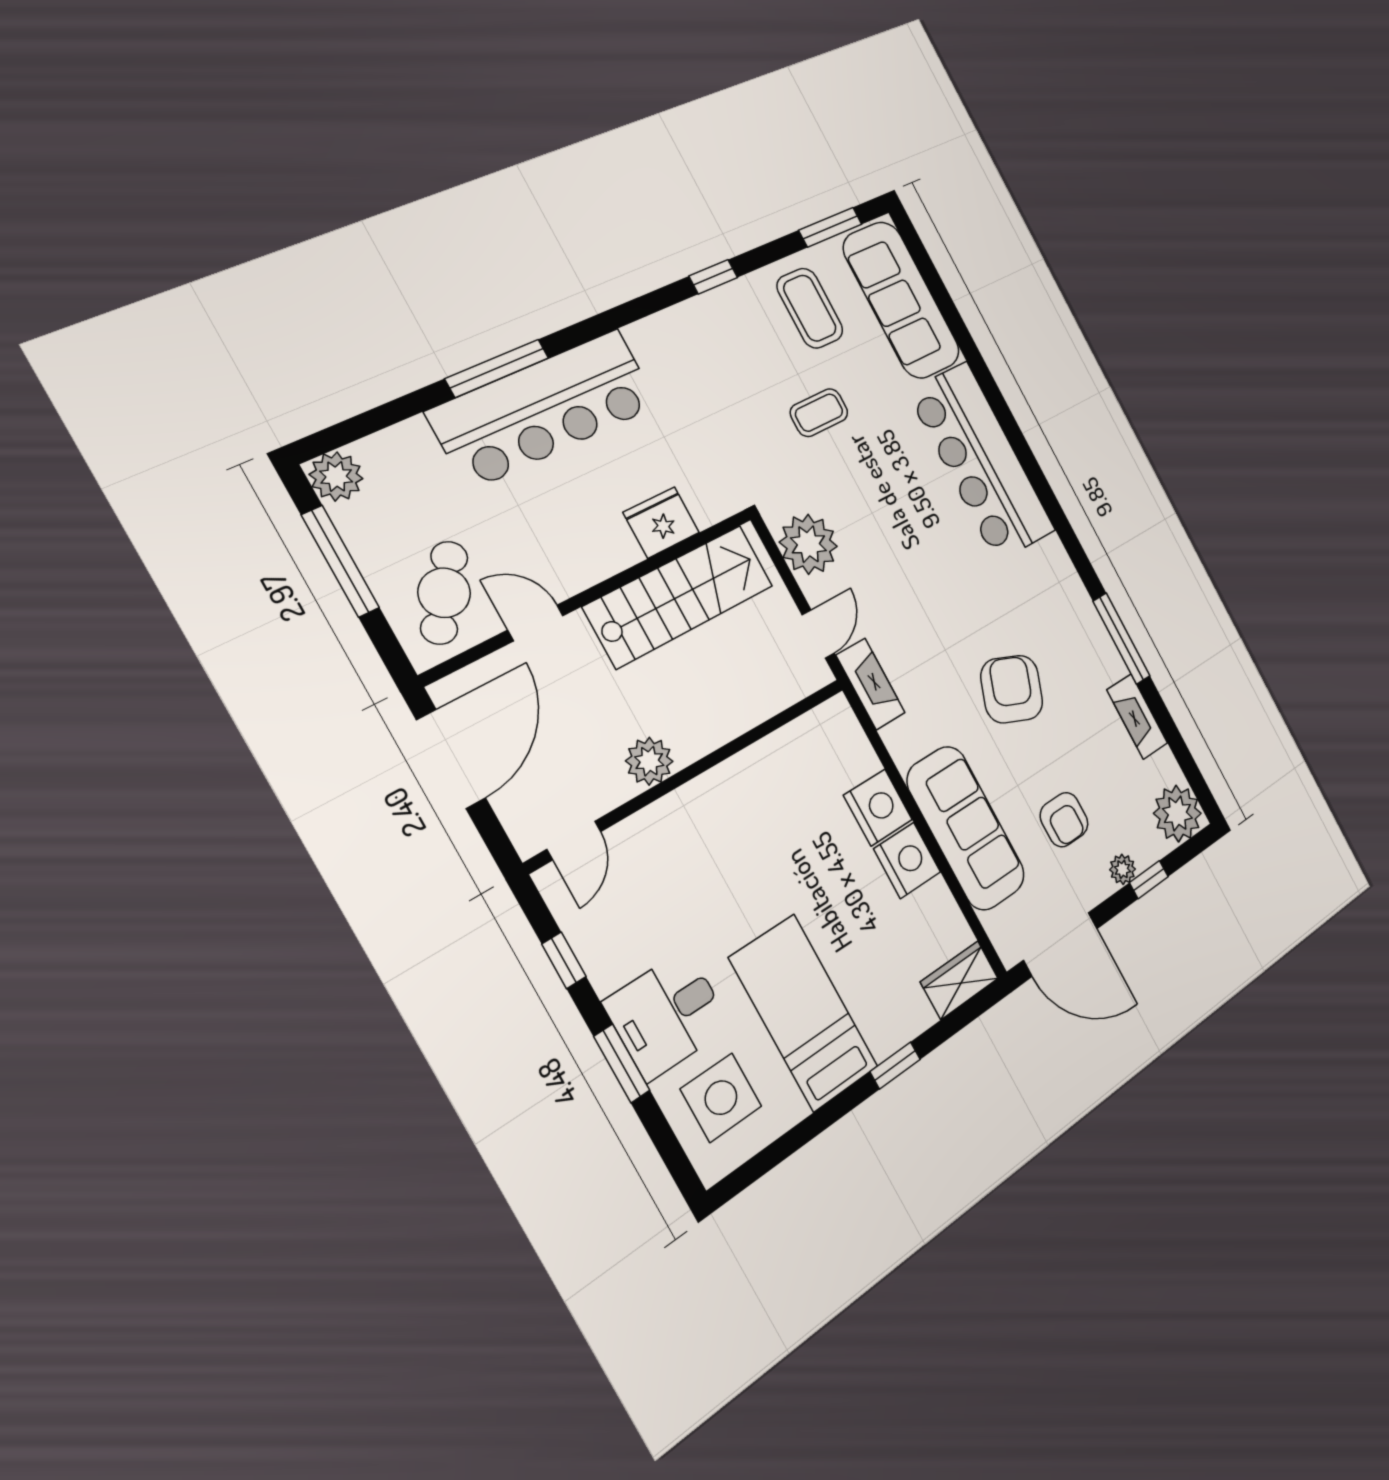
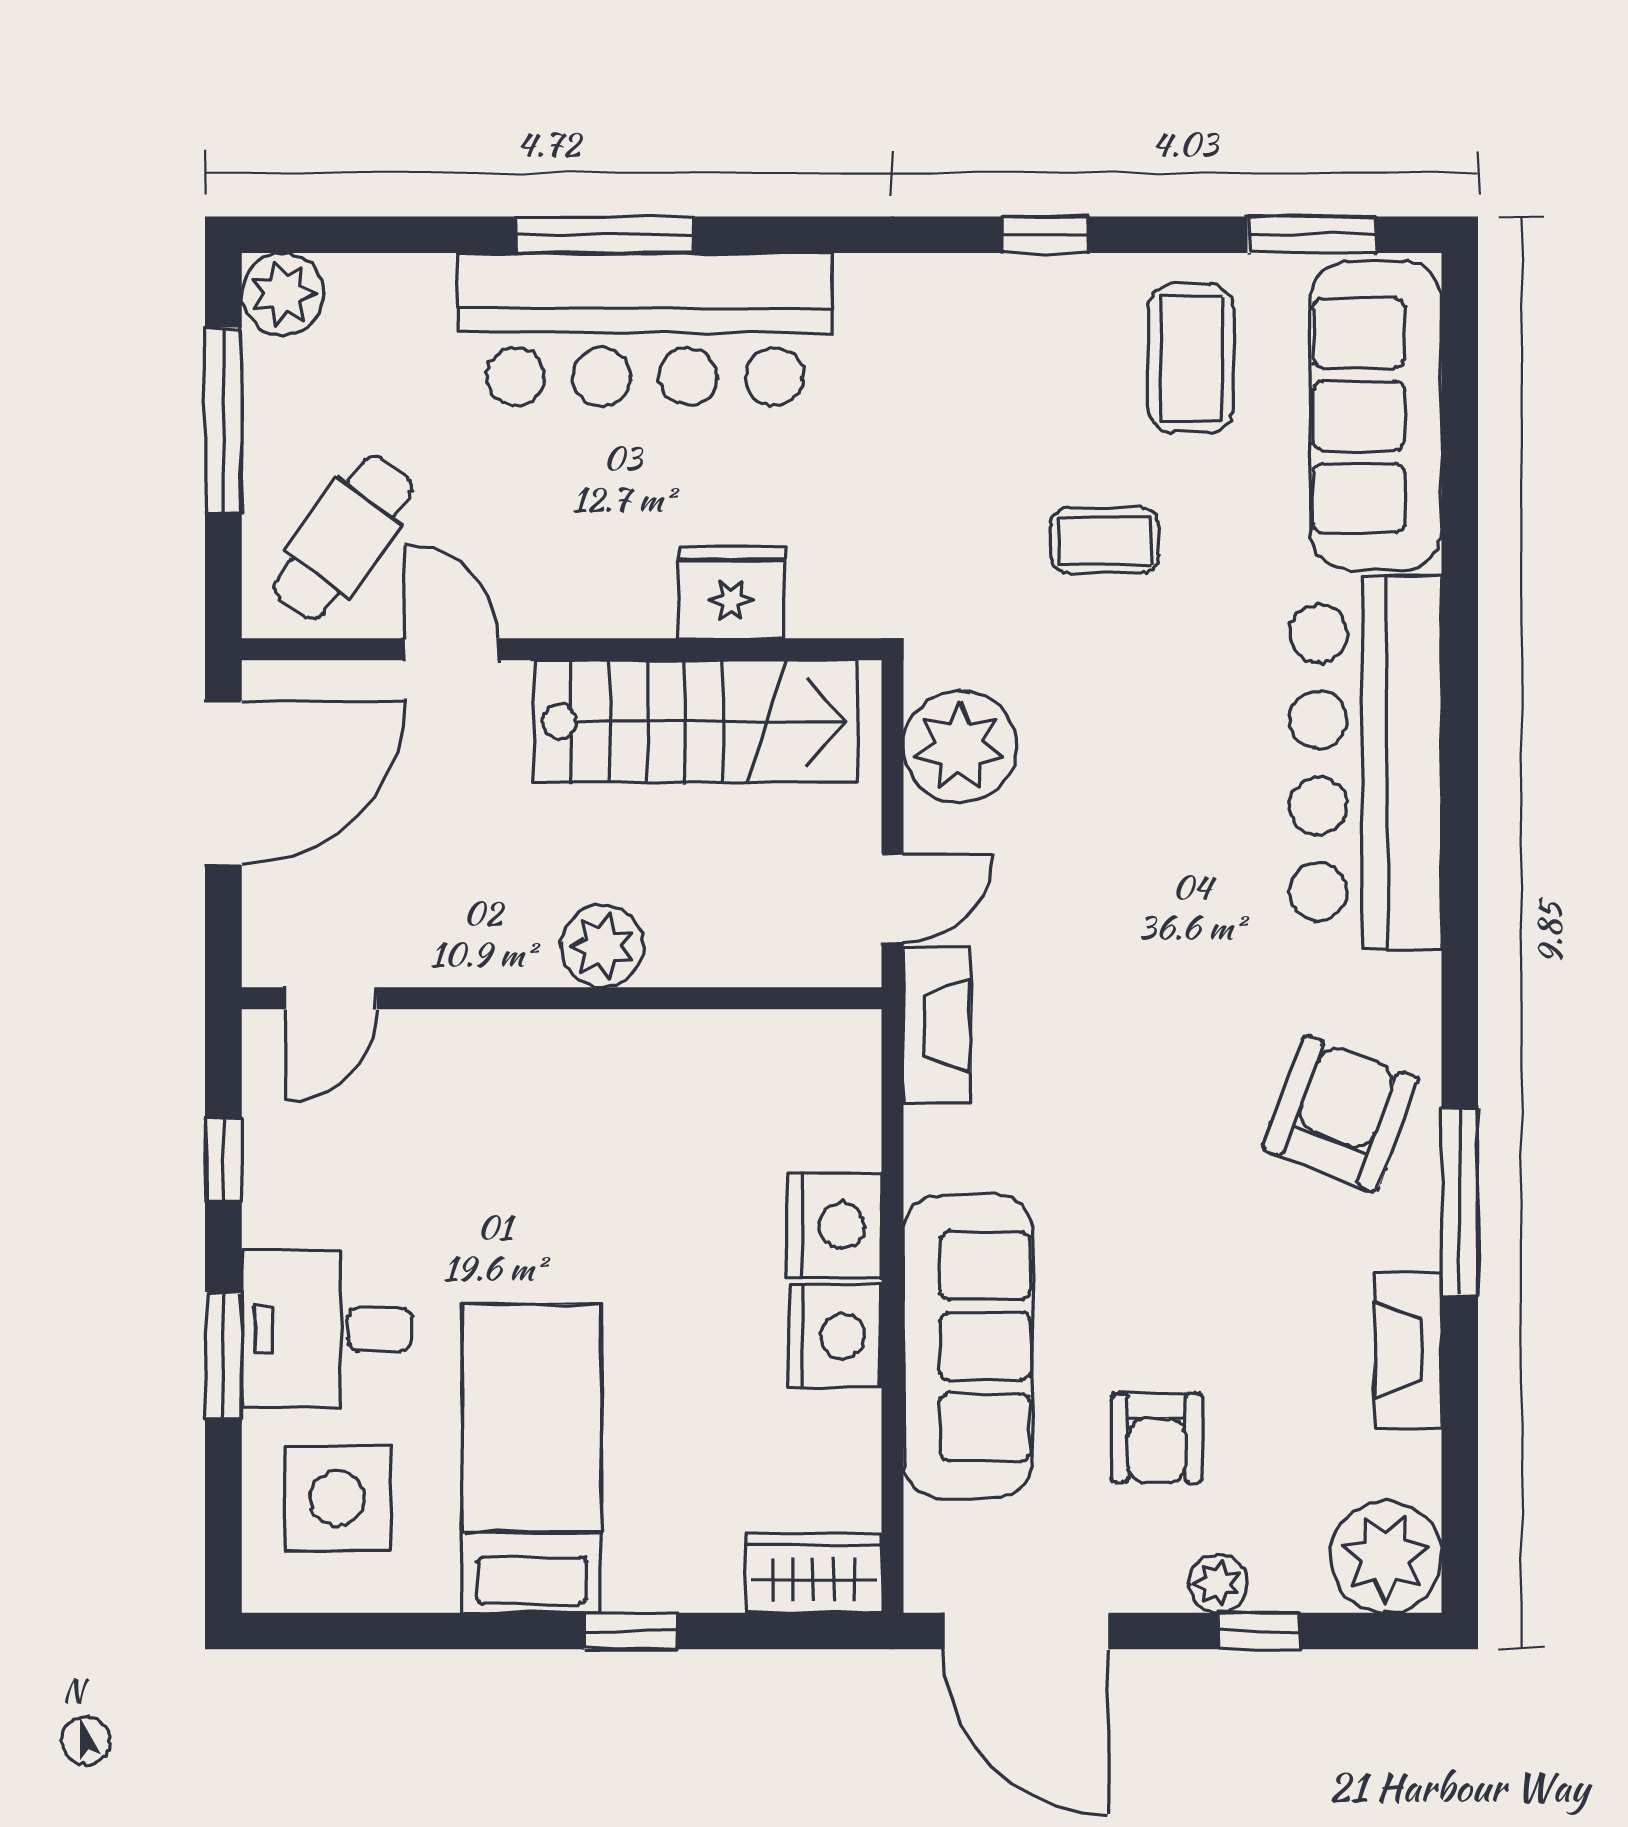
armchair: (1012, 689) -> (1340, 1114), moved
plant: (649, 761) -> (602, 946), moved

